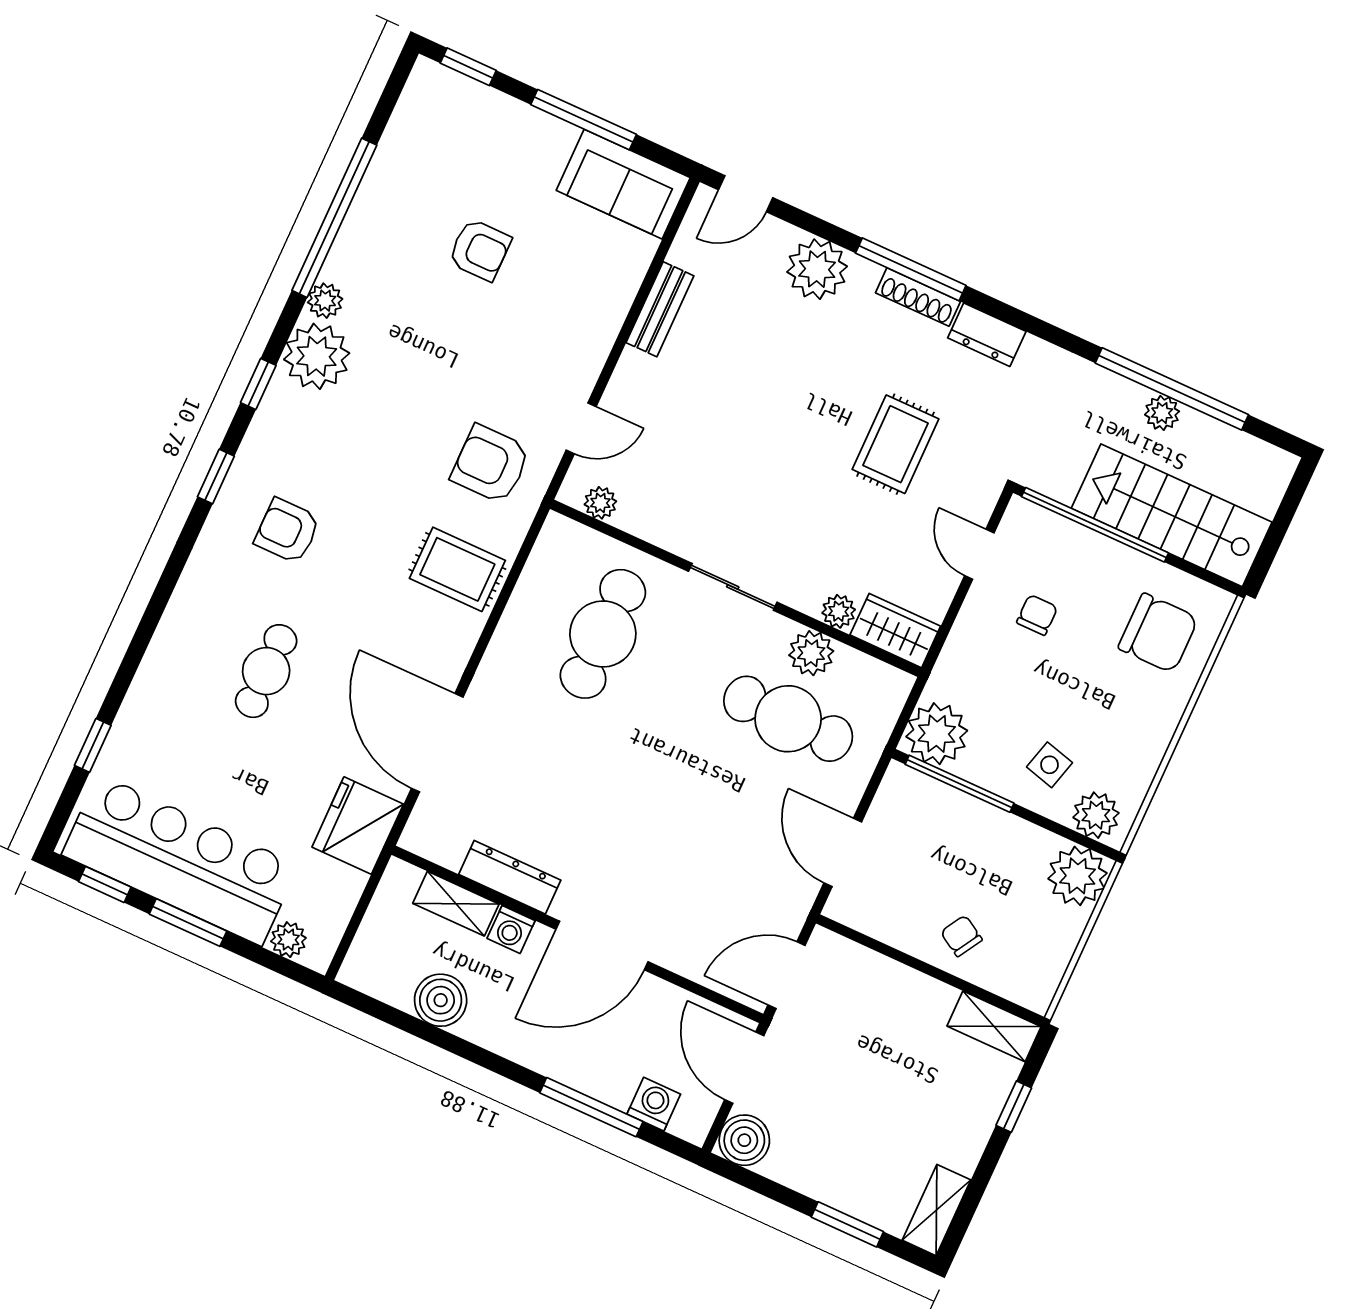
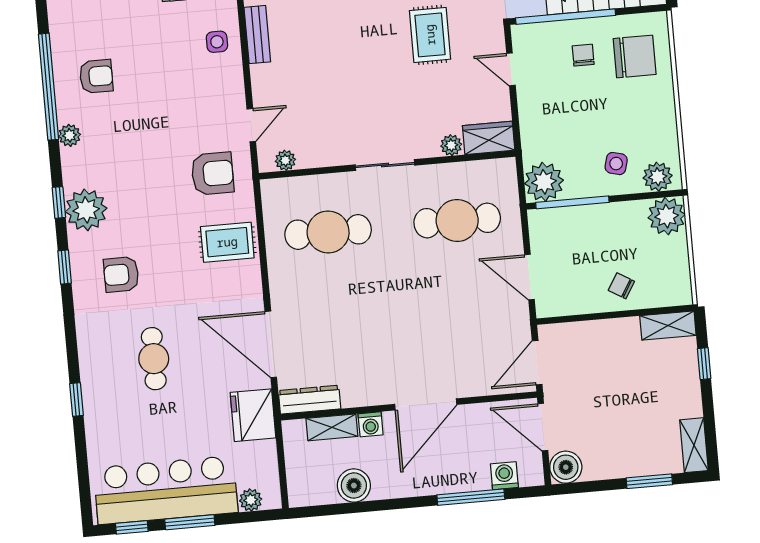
armchair: (480, 250) -> (96, 76), moved
side table: (599, 288) -> (217, 42), added
plant: (317, 356) -> (86, 210), moved
armchair: (491, 464) -> (212, 174), turned 180
chair: (1037, 615) -> (583, 55), moved
cafe table: (603, 634) -> (328, 232), turned 90
plant: (811, 653) -> (449, 177), removed
window: (93, 745) -> (76, 400), moved
dresser: (510, 877) -> (309, 400), moved

